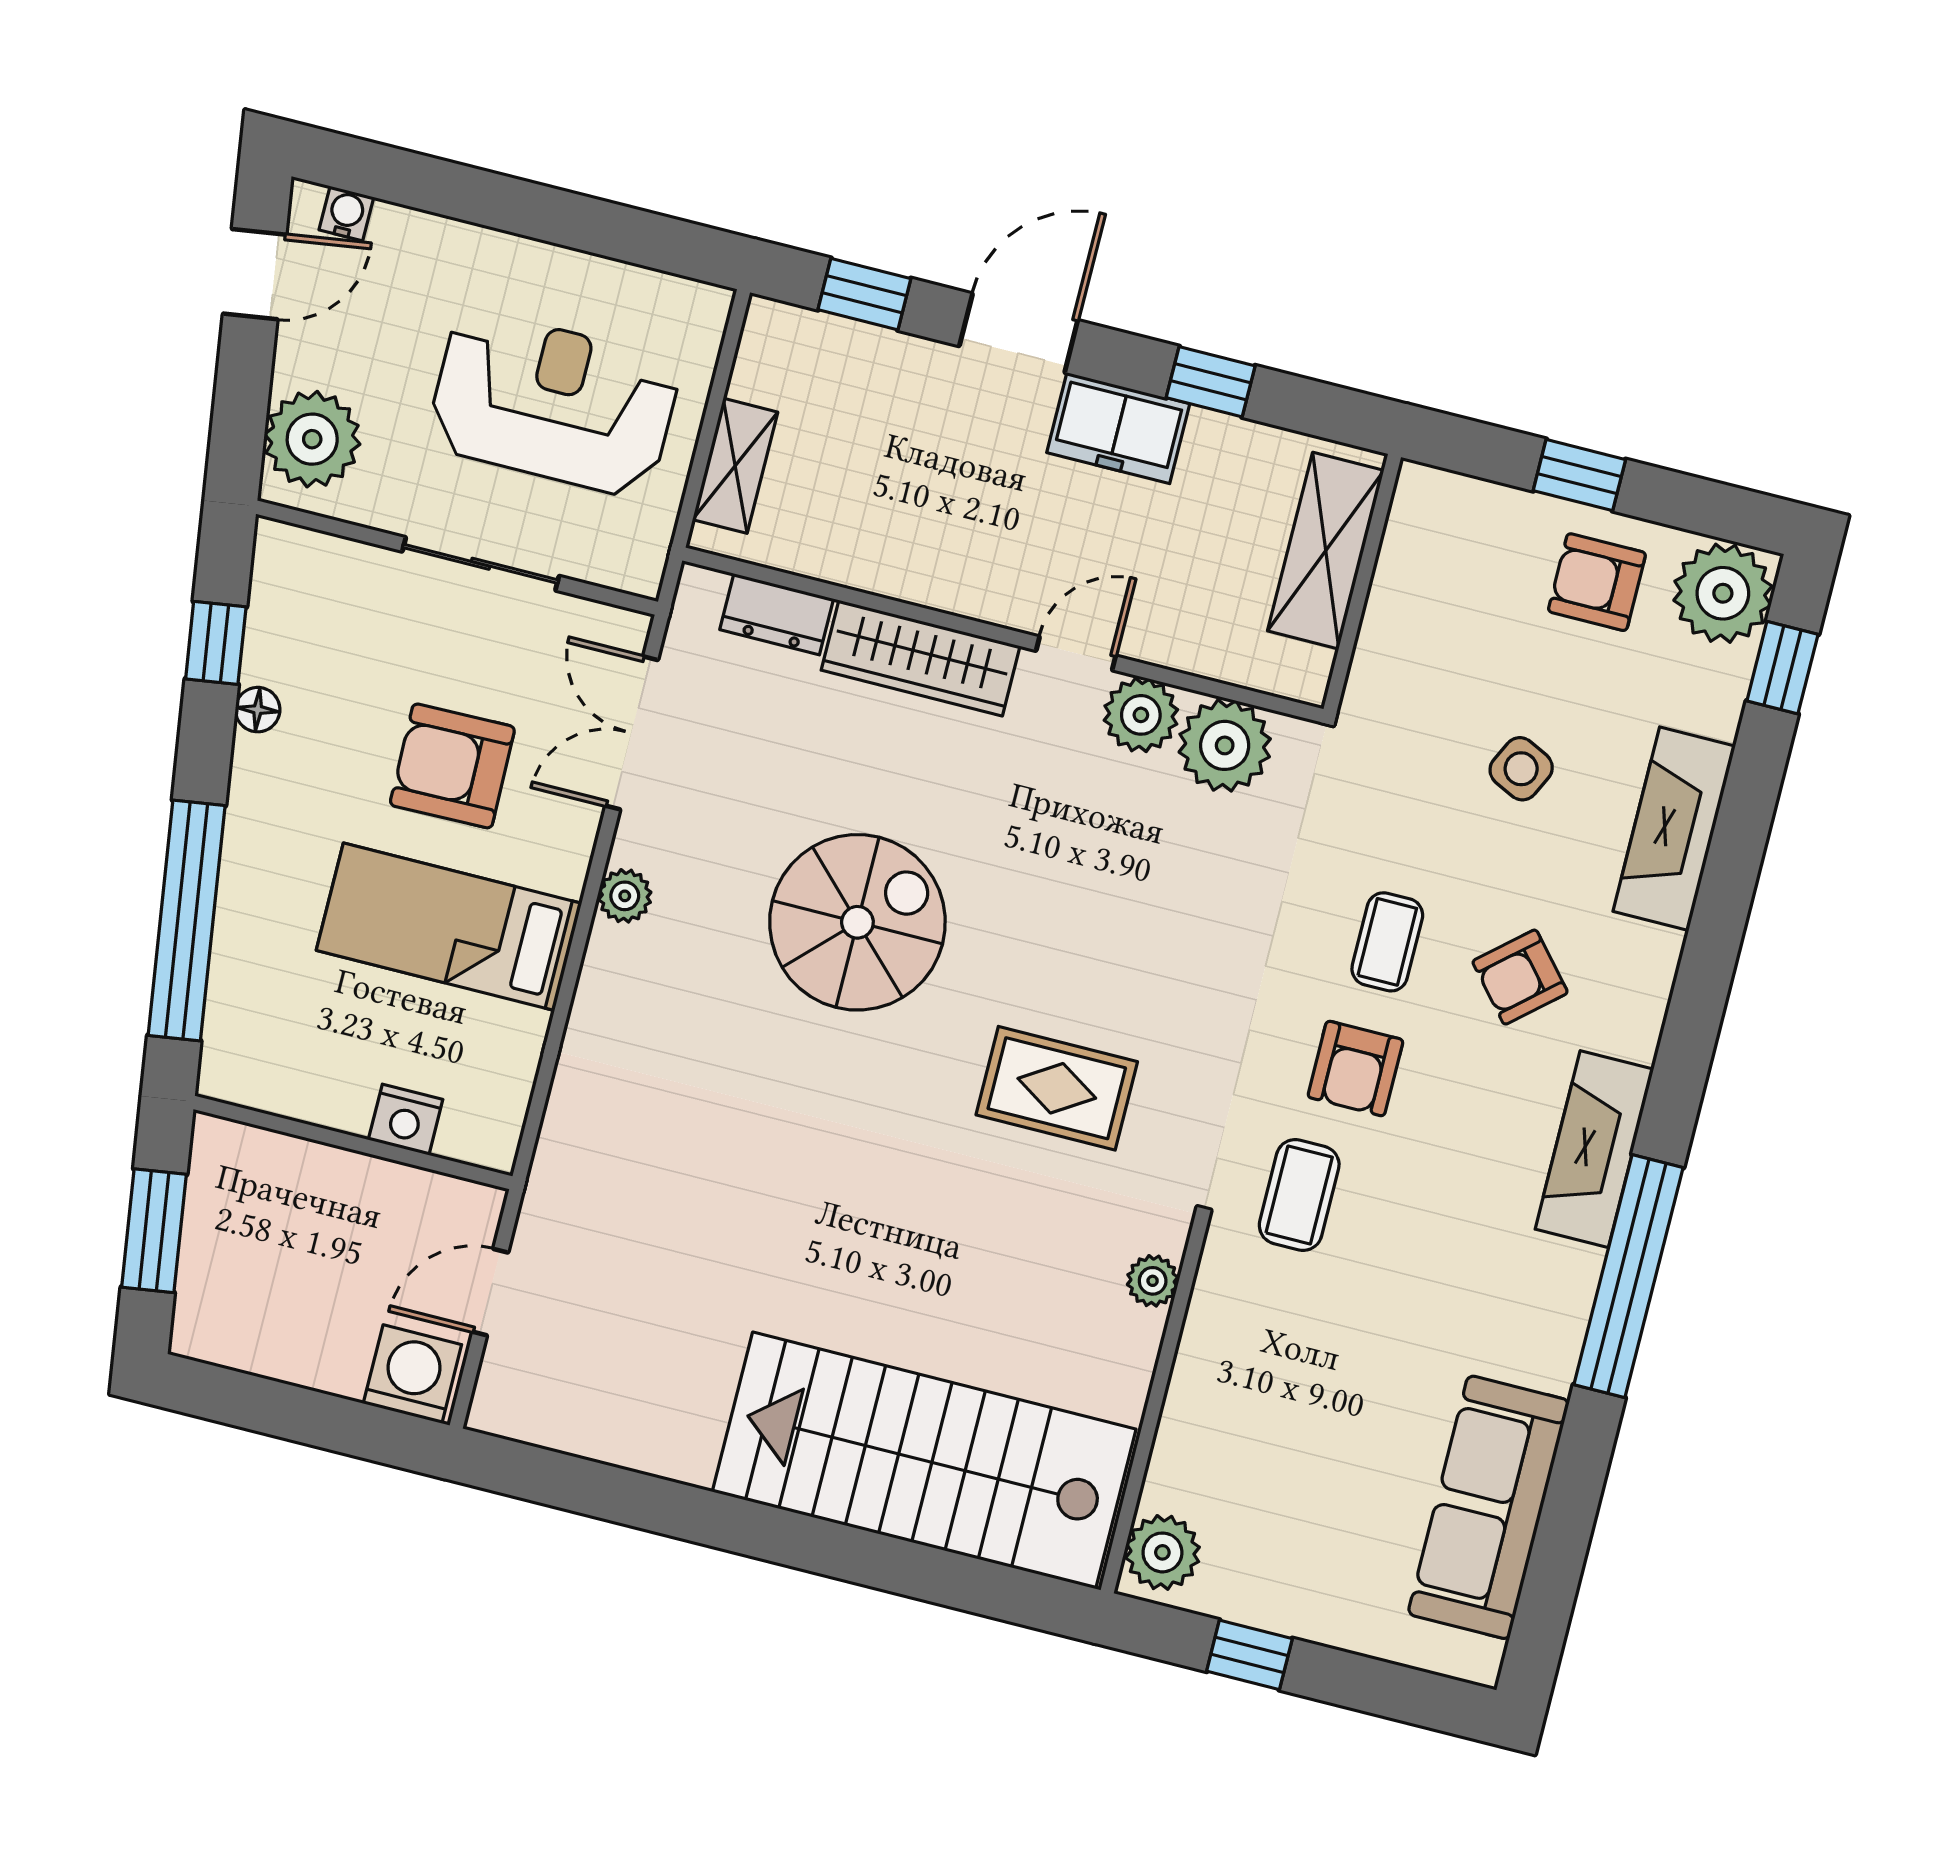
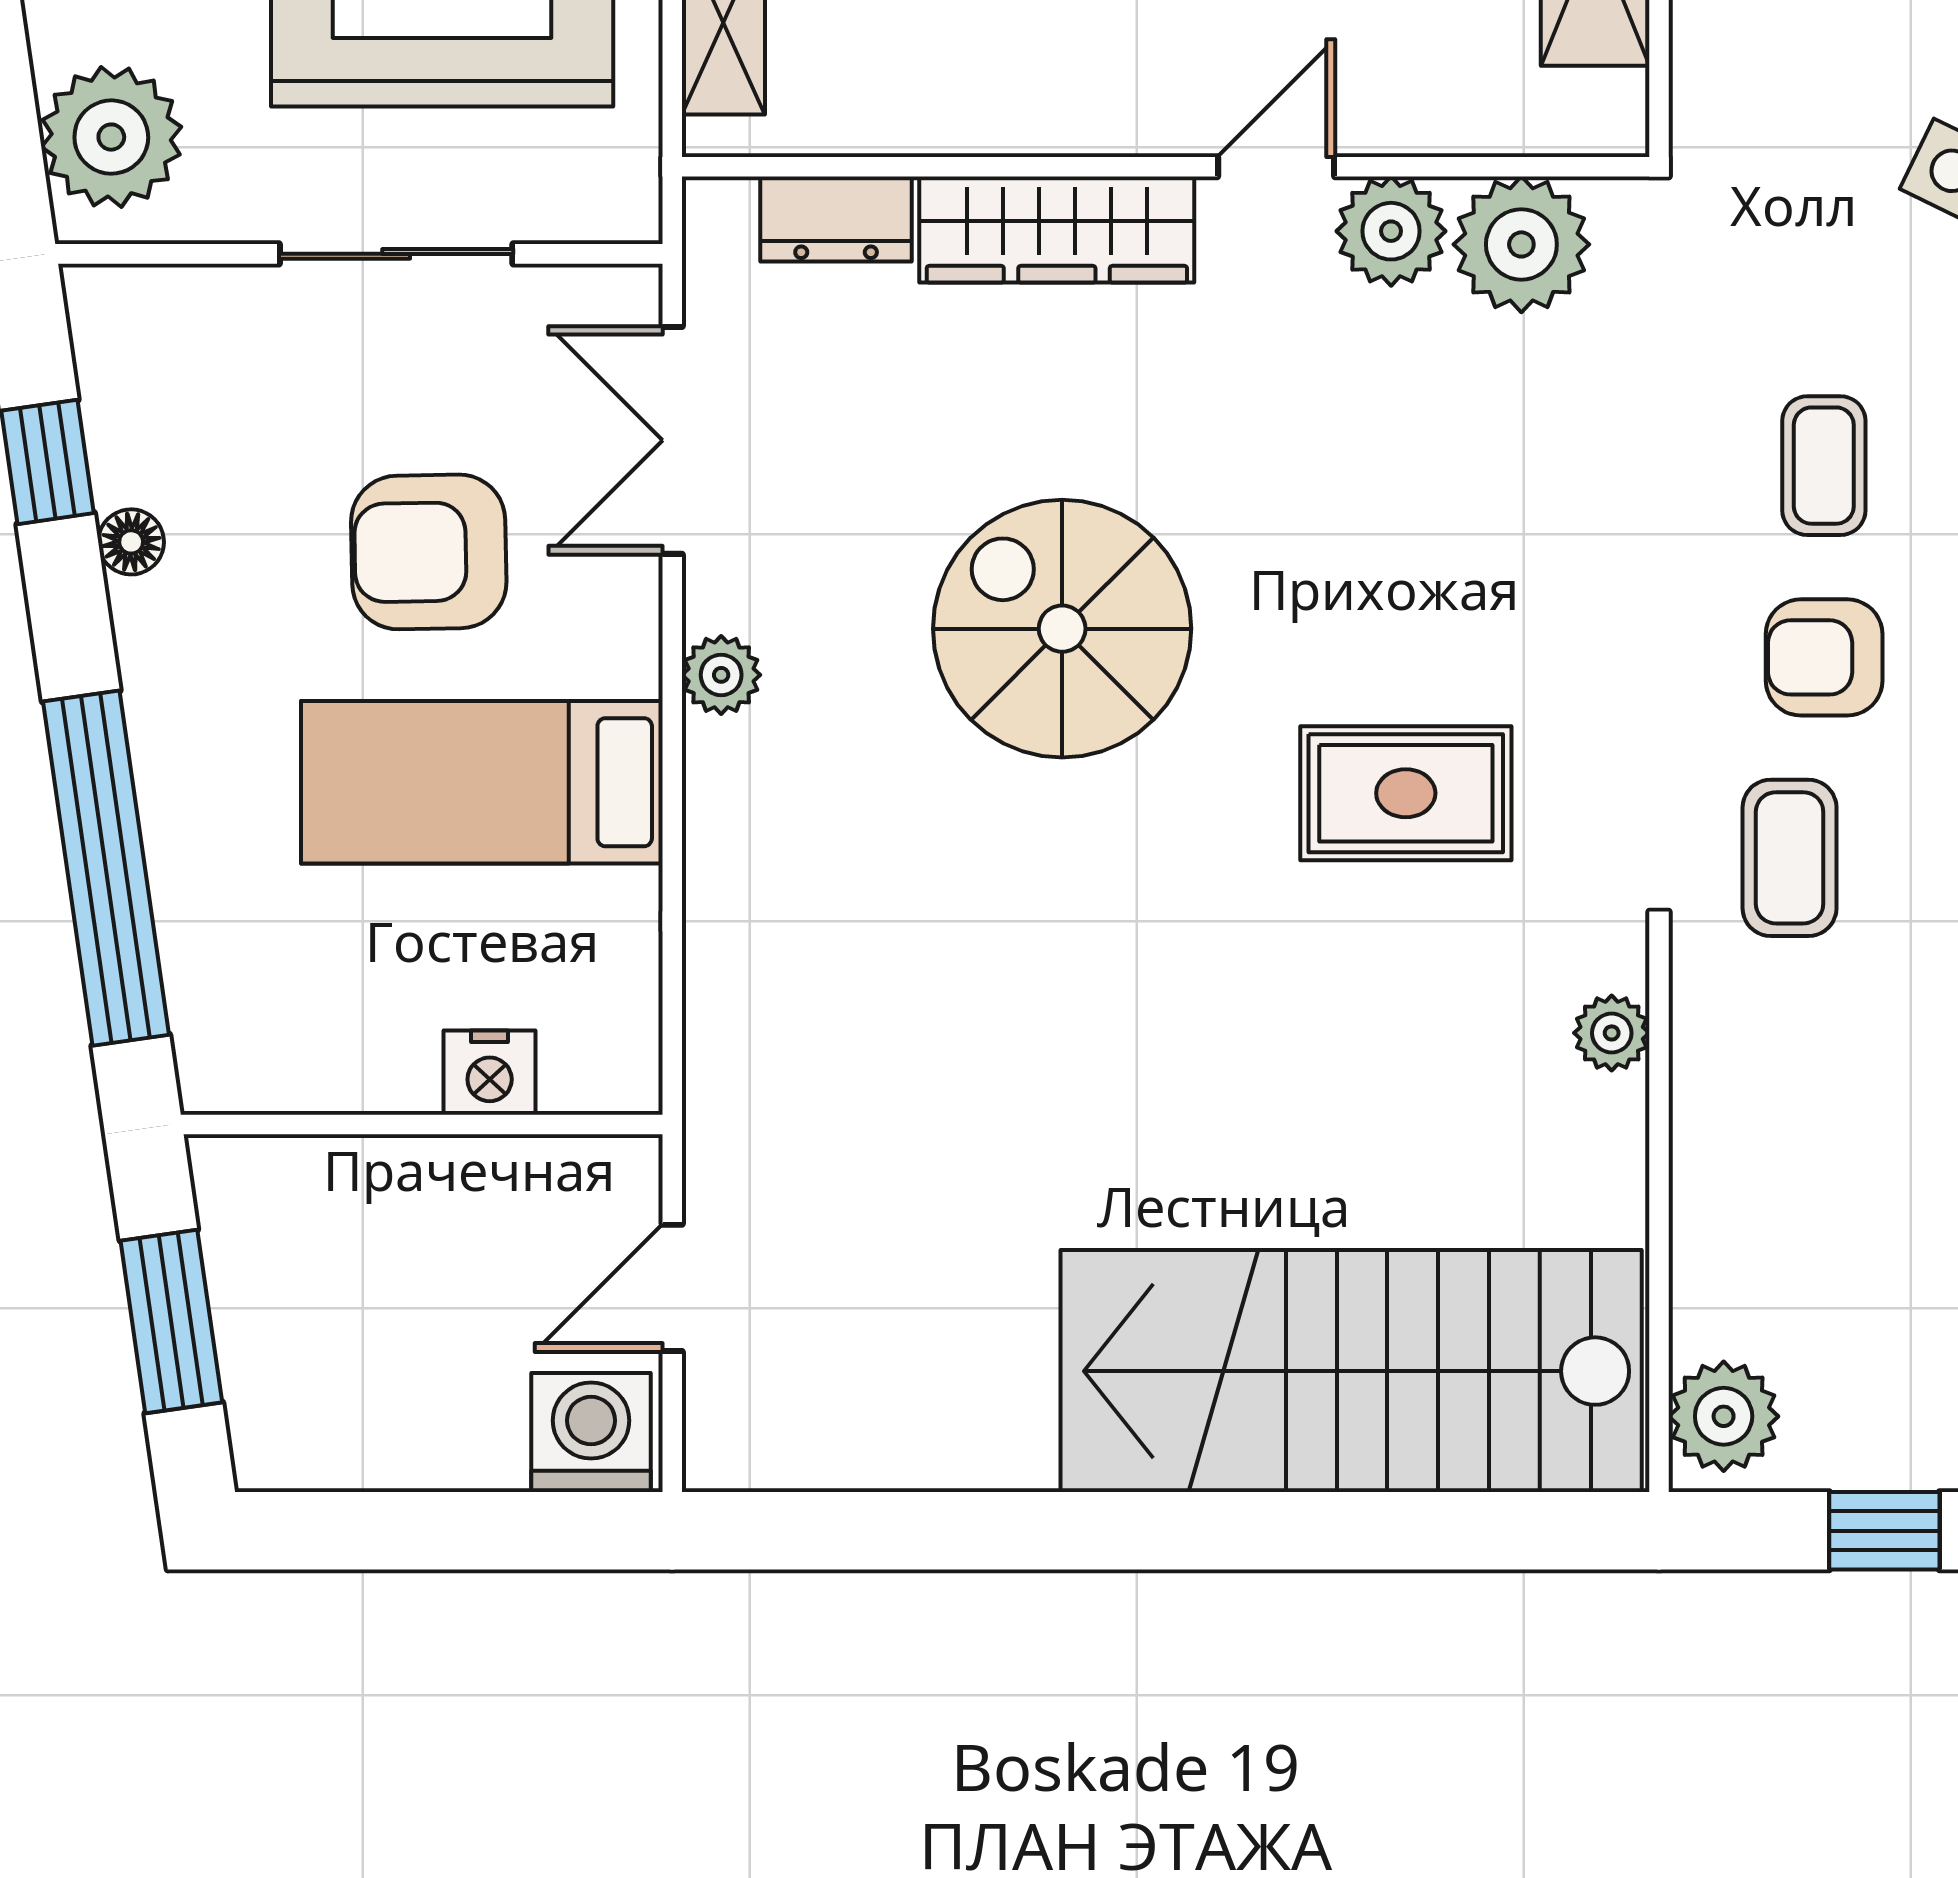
spiral stairs: (857, 922) -> (1062, 629), turned -90
armchair: (1355, 1068) -> (1824, 657), turned 90

